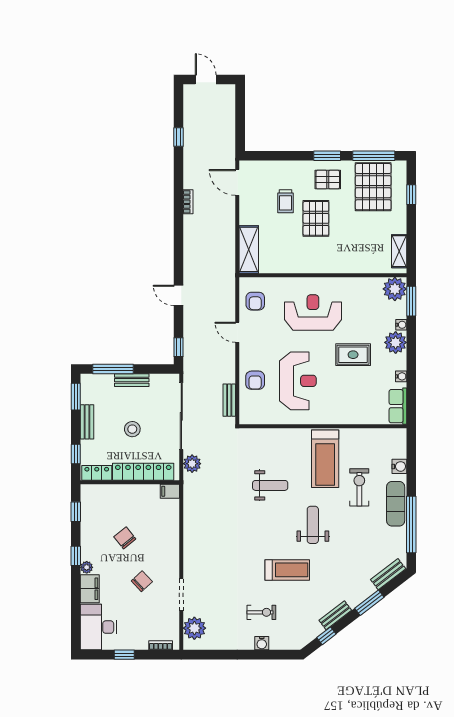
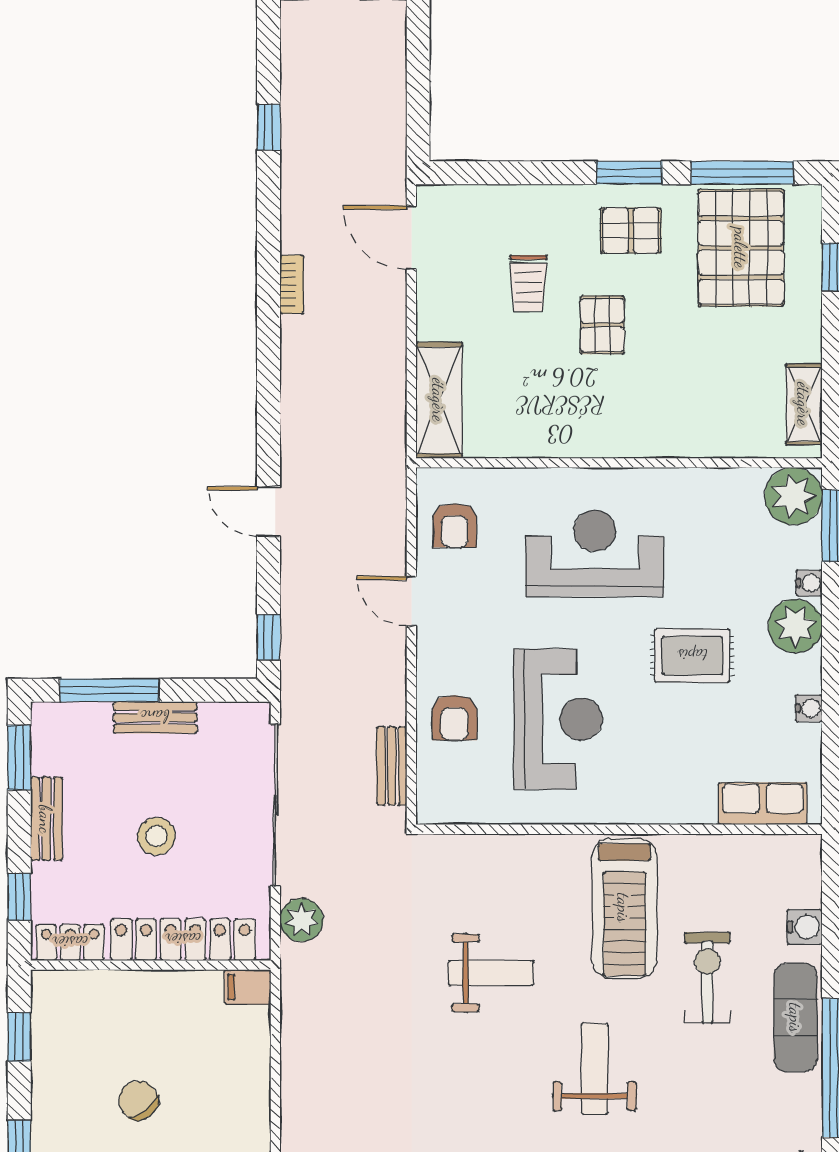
pallet: (316, 218) -> (602, 325), width x0.67, depth x0.71
row of seats: (398, 406) -> (763, 804), moved, turned 90

